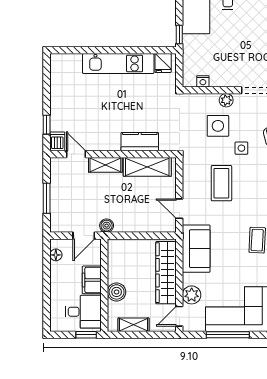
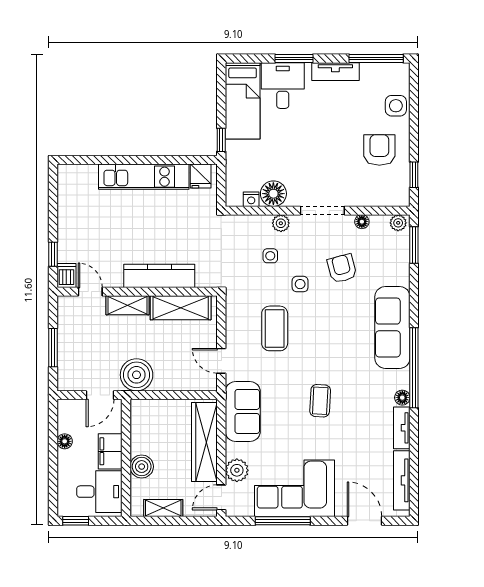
floor lamp: (220, 77) -> (273, 194), added
side table: (218, 126) -> (270, 256), width x0.54, depth x0.54
kitchen counter: (140, 142) -> (159, 276), width x1.50
boiler: (107, 226) -> (137, 375), width x1.86, depth x1.86
floor lamp: (56, 255) -> (65, 441), moved
window: (86, 335) -> (76, 521), moved

